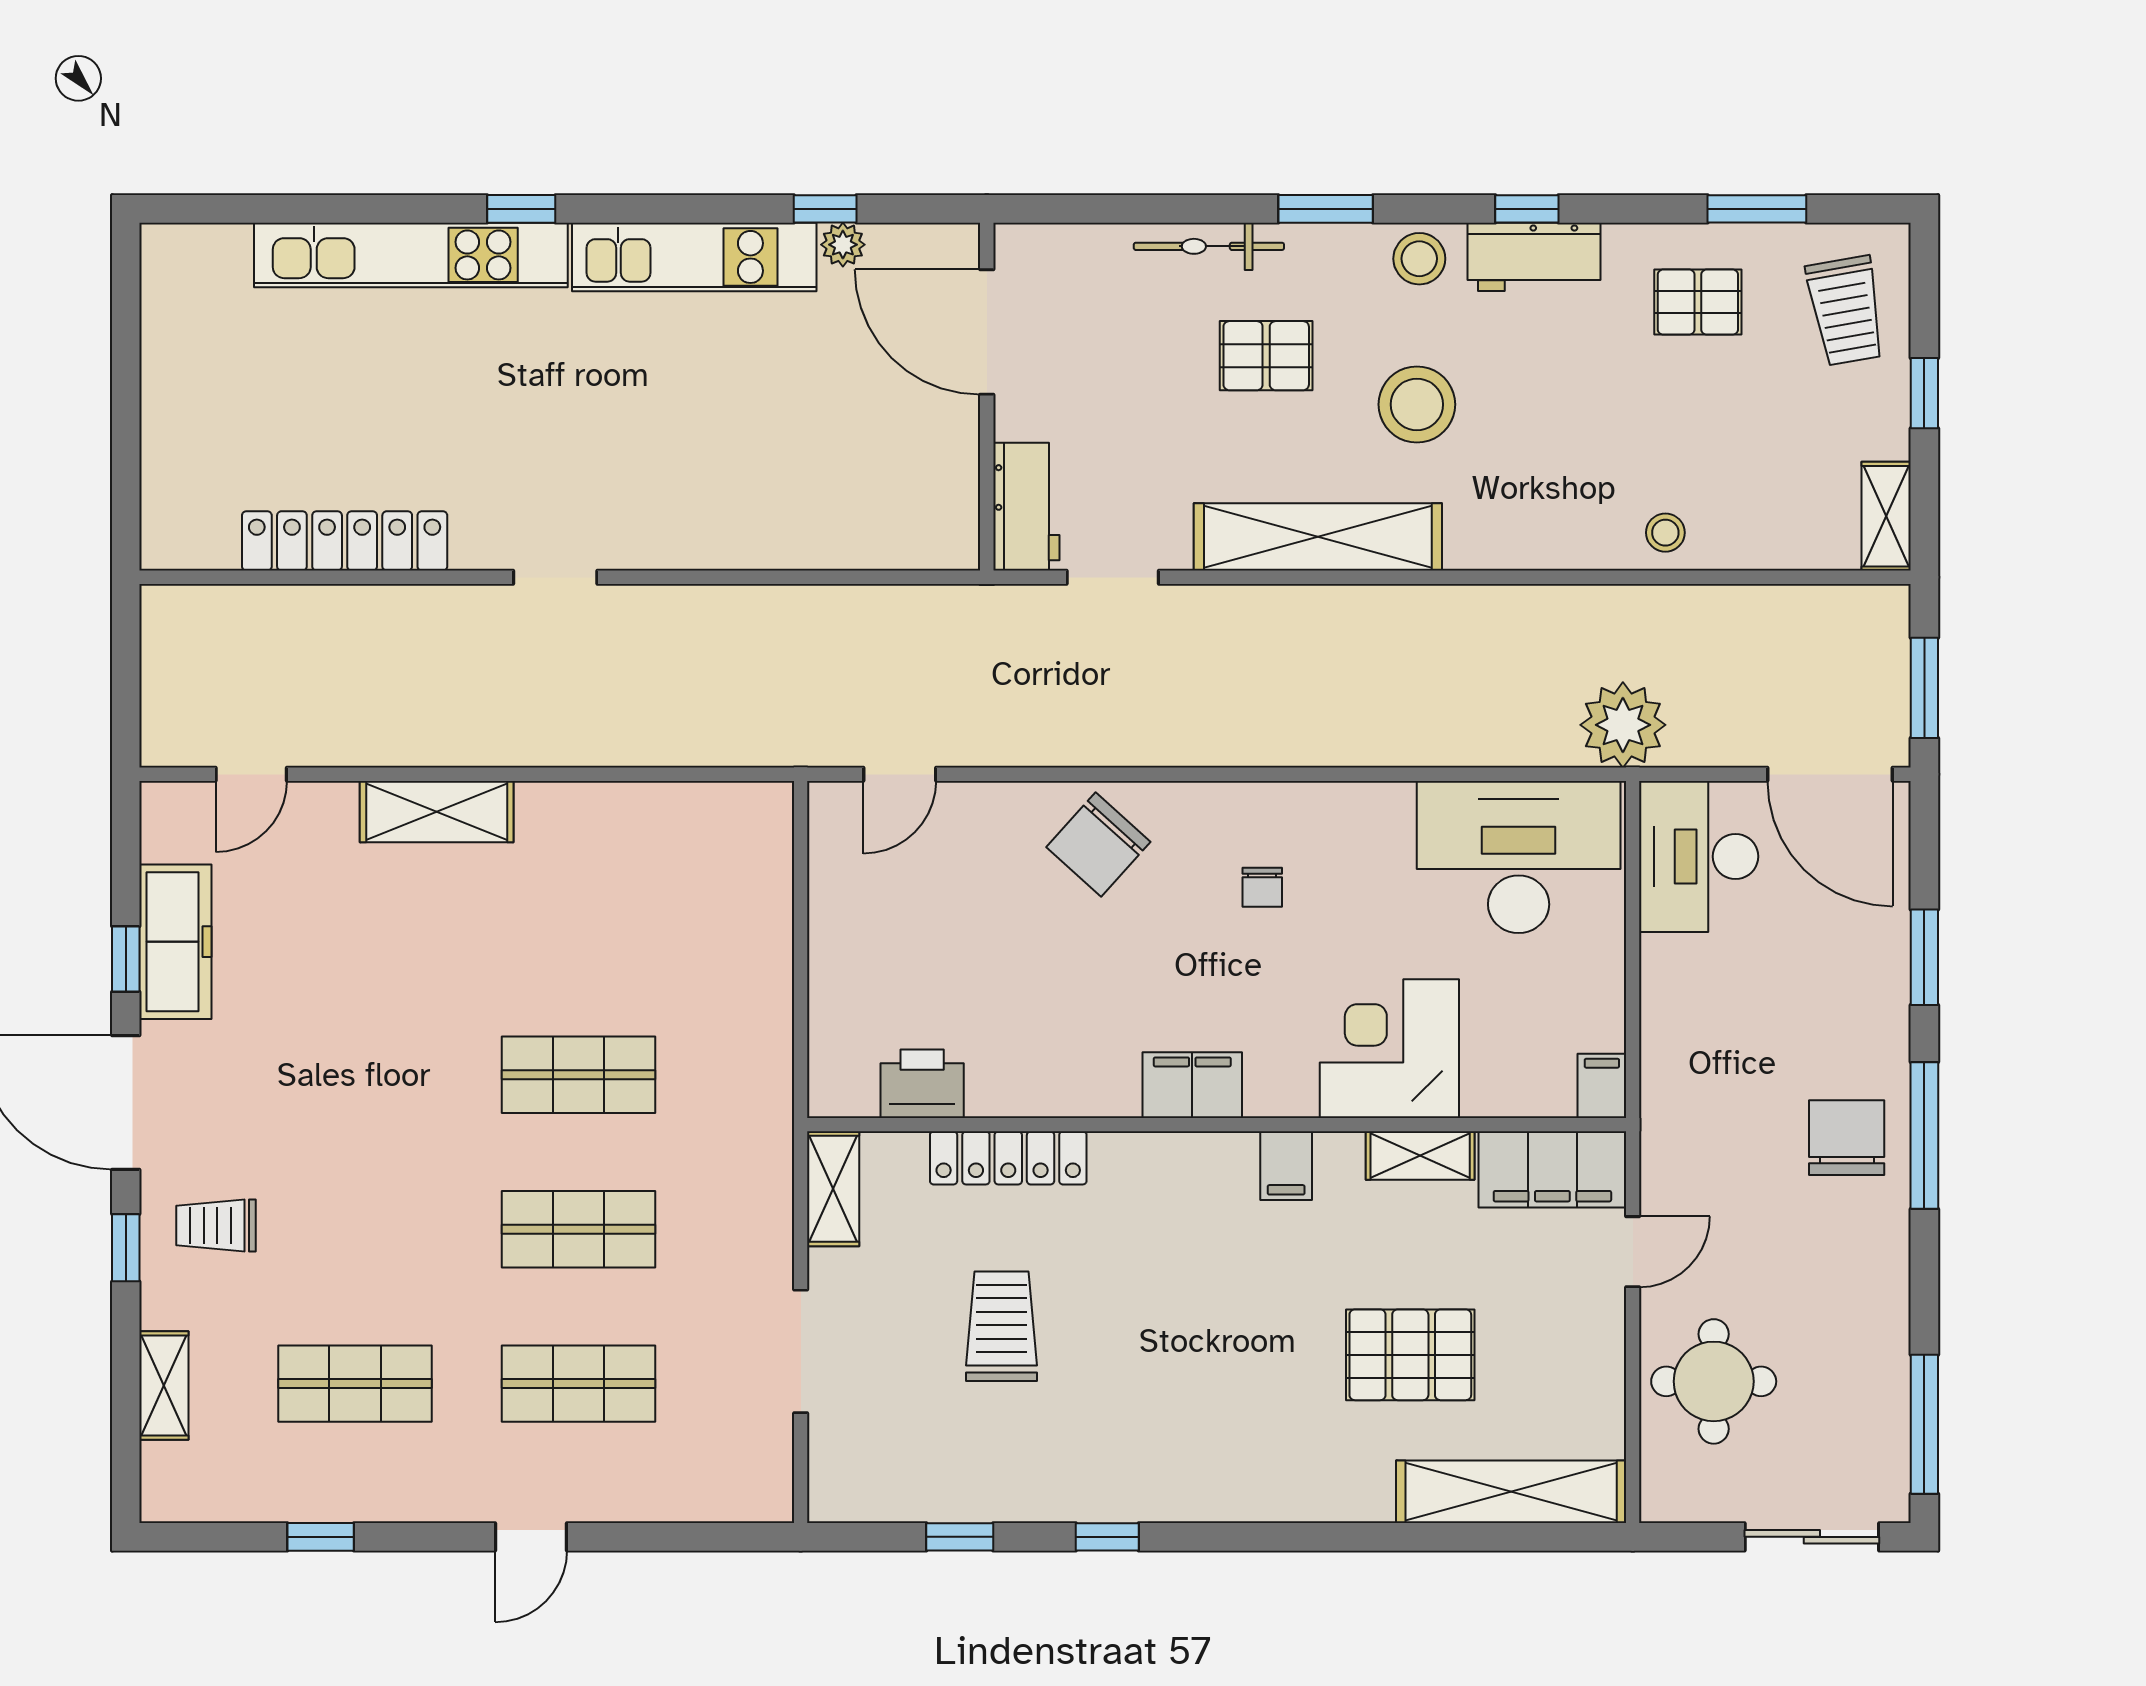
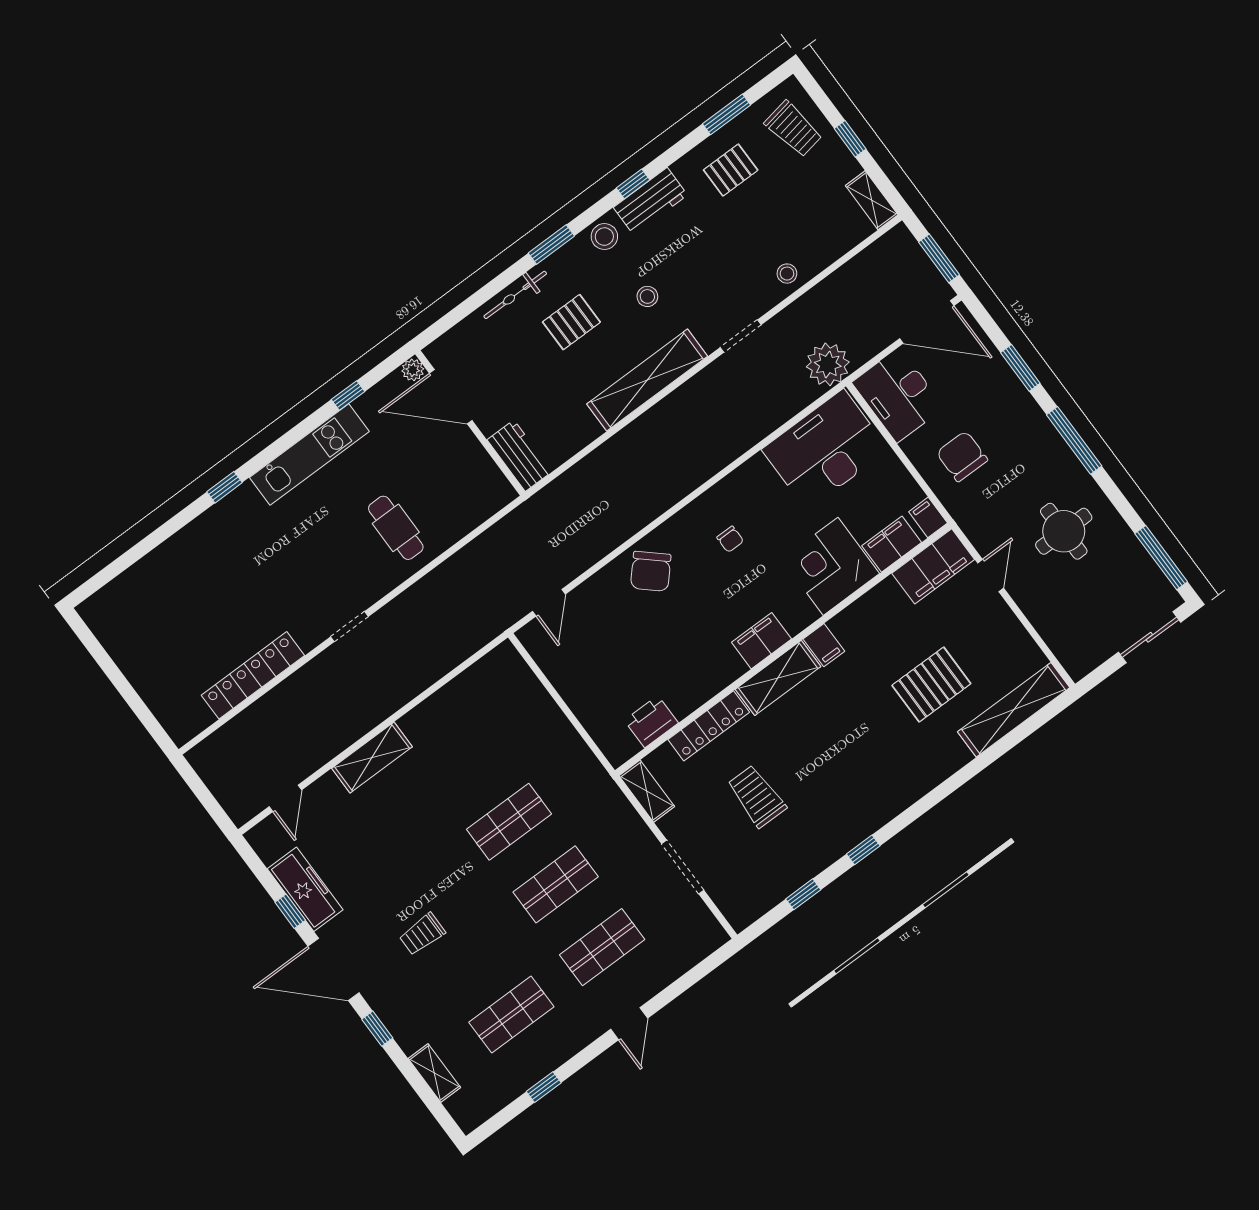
plant: (843, 245) -> (413, 370), moved
kitchen unit: (411, 255) -> (194, 539), removed
stool: (1417, 404) -> (647, 296), width x0.53, depth x0.53
cafe table: (745, 475) -> (396, 528), added
doorway: (1113, 577) -> (741, 336), moved
filing cabinet: (1513, 1085) -> (892, 544), added
chair: (1847, 1138) -> (962, 456), moved
shelving: (1420, 1156) -> (778, 678), moved, width x1.50, depth x1.33
trolley: (216, 1225) -> (422, 934), moved
round table: (1714, 1381) -> (1064, 531), moved

